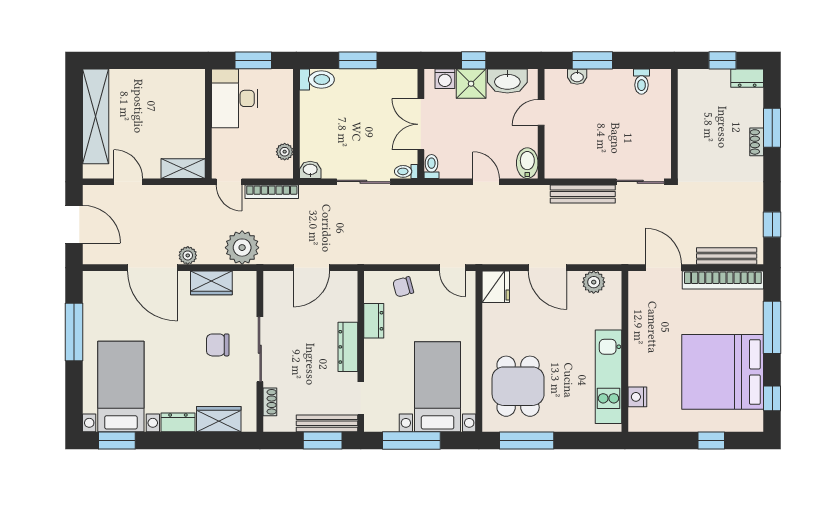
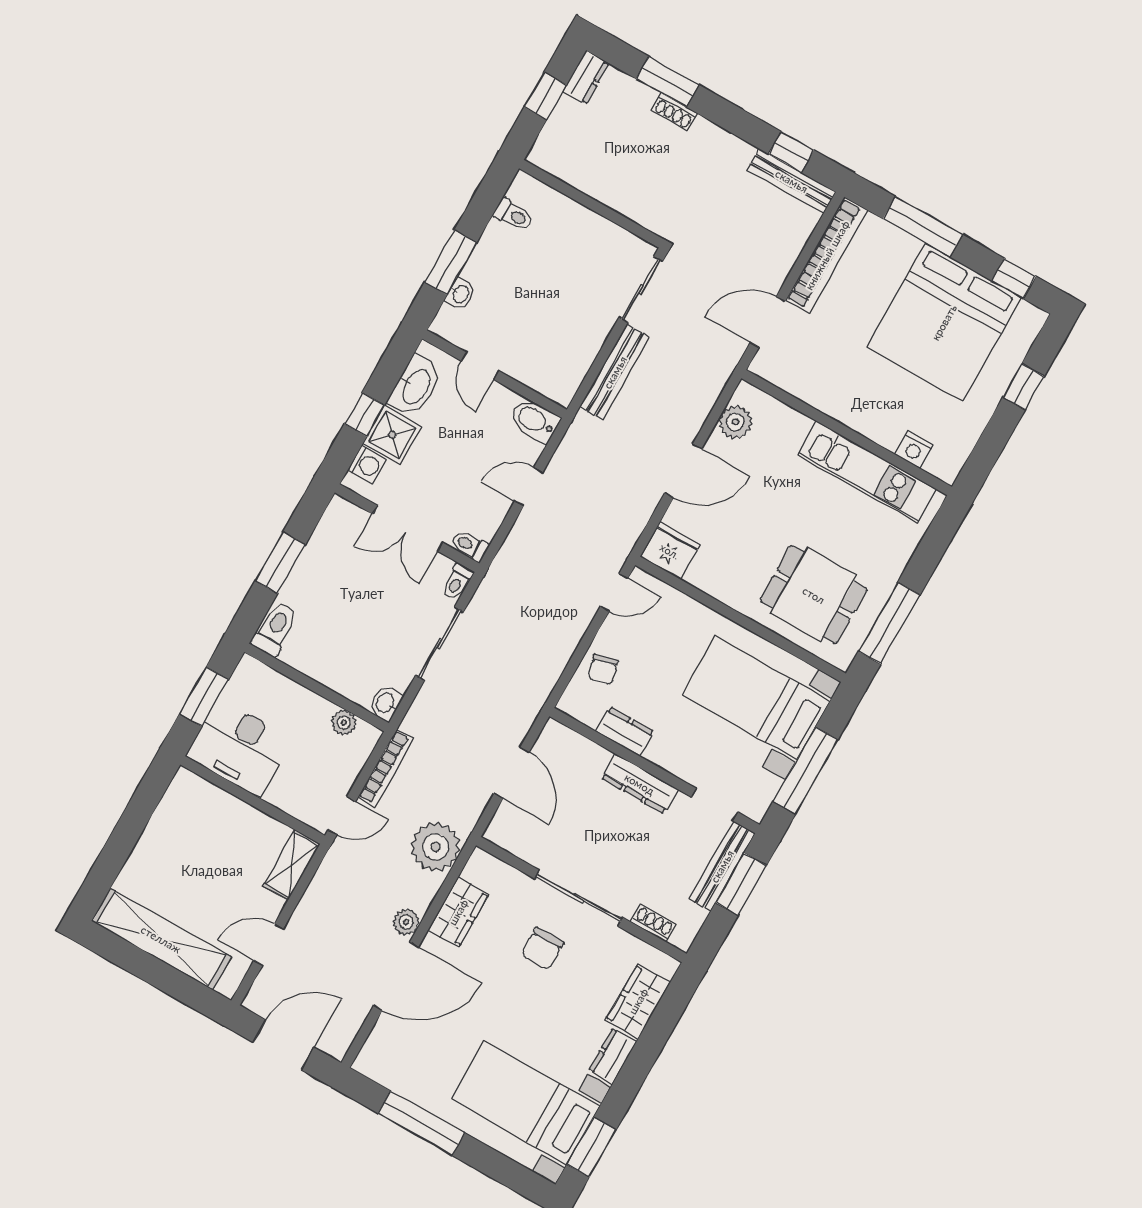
bench: (727, 256) -> (792, 181), moved, turned 90

